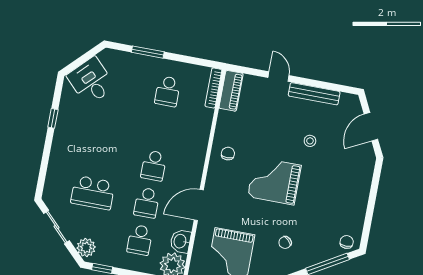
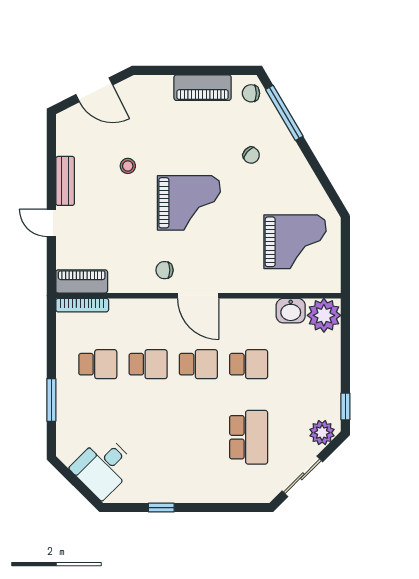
door: (279, 77) -> (51, 223), hinge flipped
bench: (314, 94) -> (65, 181), width x0.73
grand piano: (274, 181) -> (189, 203), turned -90
door: (199, 205) -> (198, 296), moved
piano: (357, 207) -> (203, 88), added
school desk: (140, 240) -> (148, 364), moved
chair: (285, 242) -> (251, 155), moved

